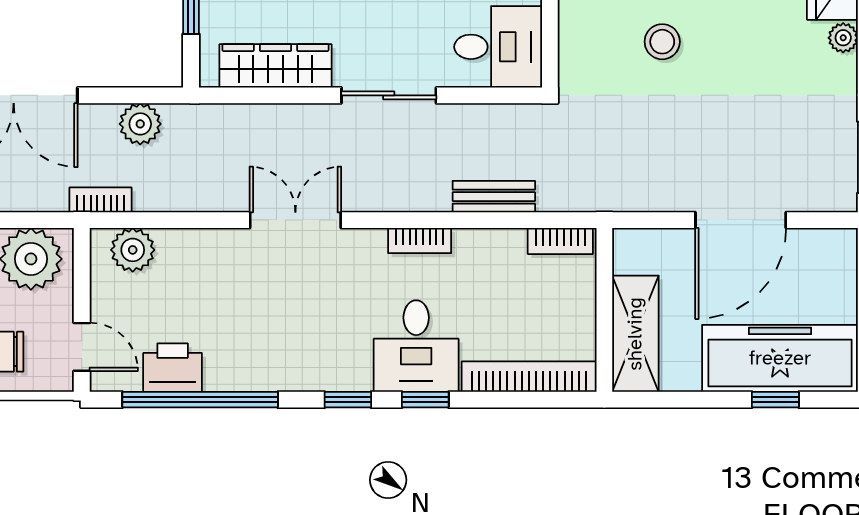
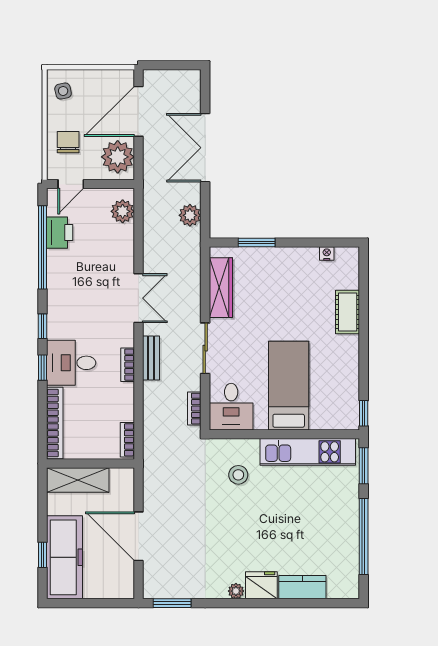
stool: (662, 42) -> (238, 475), moved
bench: (494, 197) -> (151, 358), moved
bookcase: (101, 200) -> (194, 409), moved, turned 180

